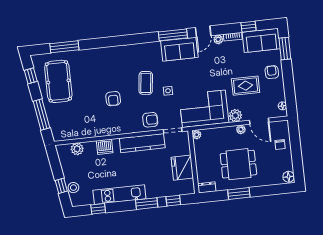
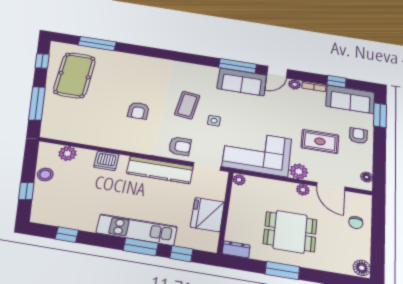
stool: (73, 188) -> (45, 174), moved
kitchen unit: (119, 195) -> (137, 230), moved

